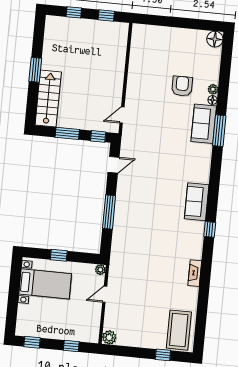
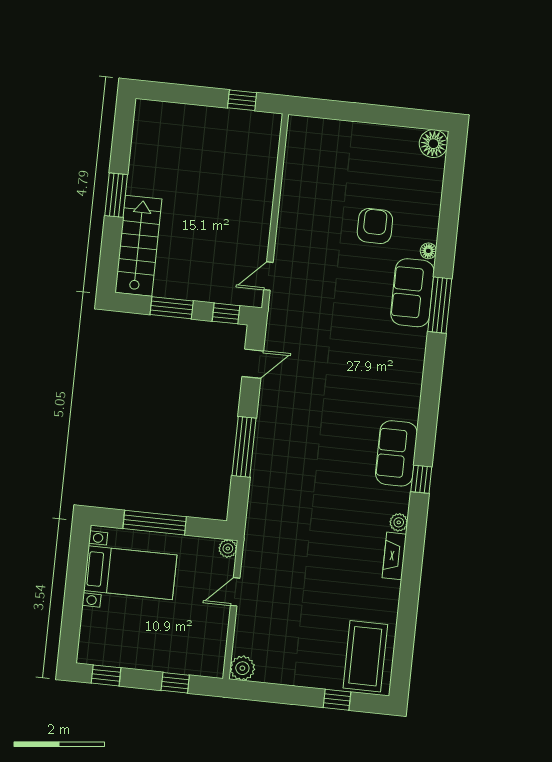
window: (74, 12) -> (185, 94), removed
plant: (213, 89) -> (399, 522), moved
sofa: (197, 202) -> (396, 453), moved
window: (59, 255) -> (155, 523), width x2.17

